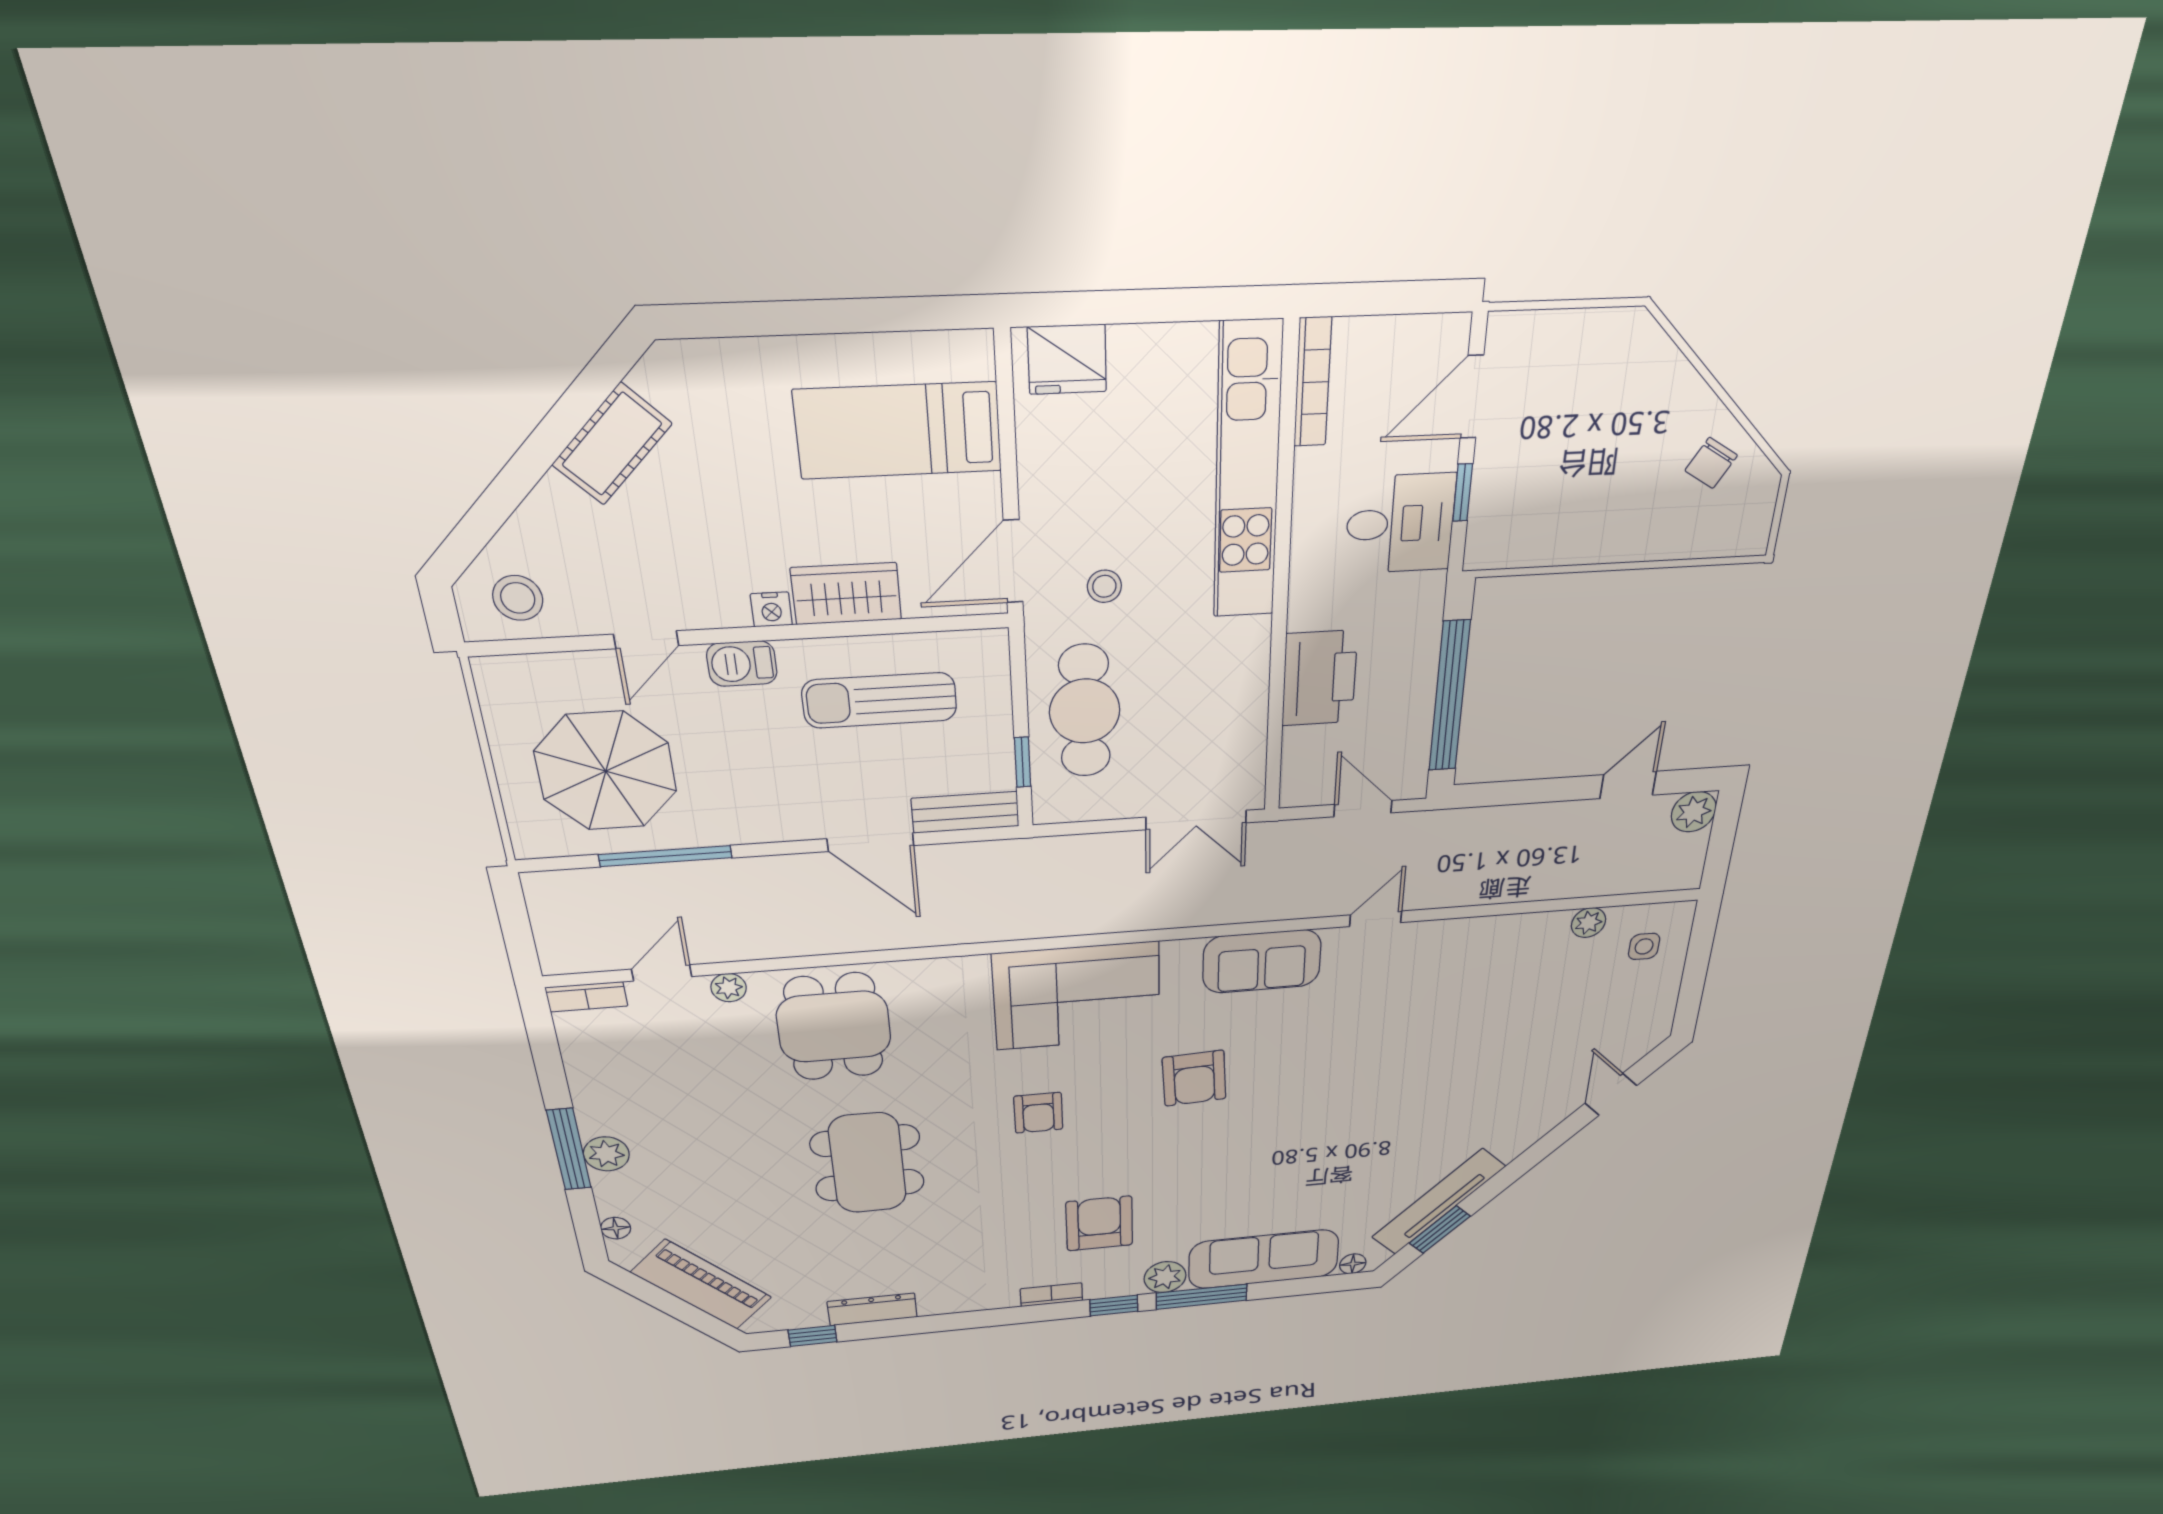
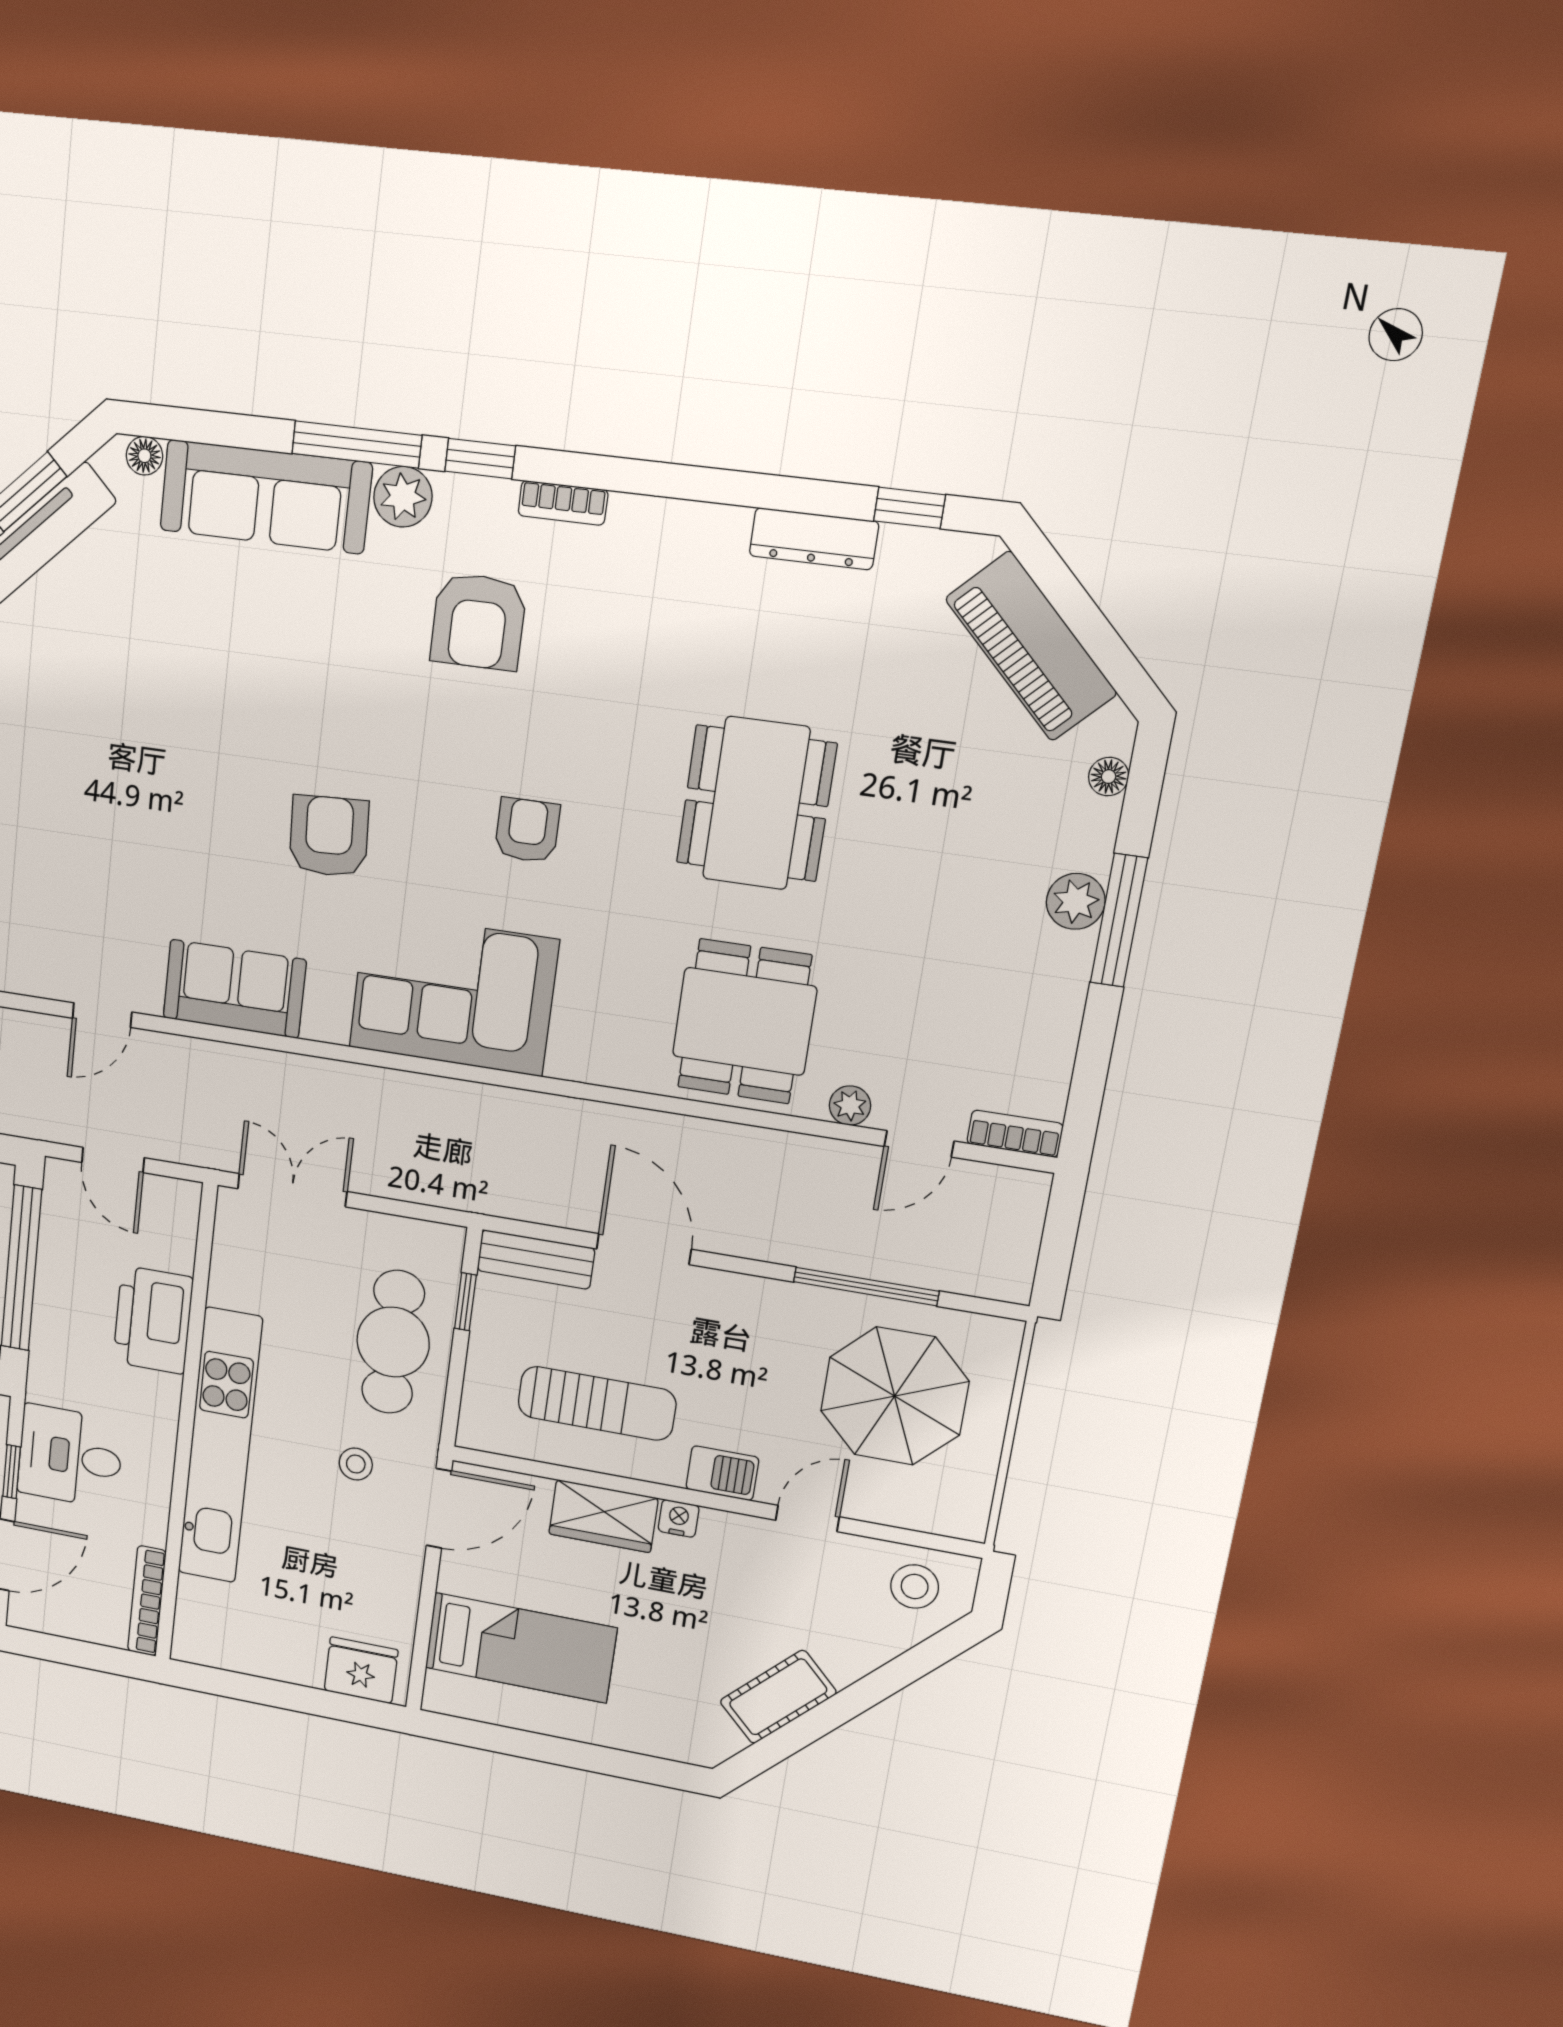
kitchen unit: (1247, 474) -> (220, 1446), moved

